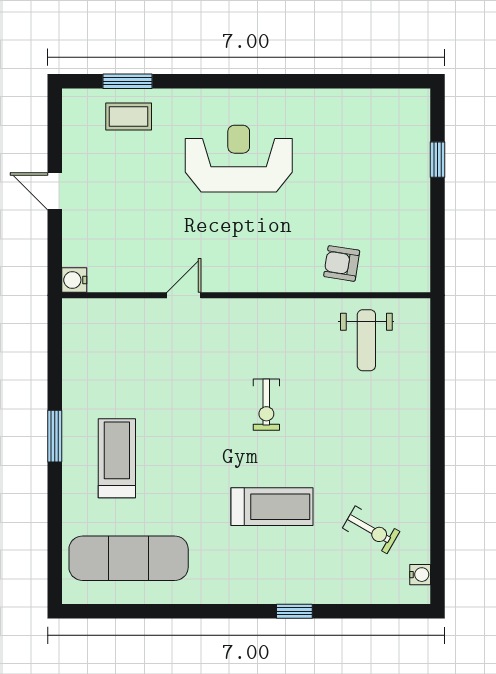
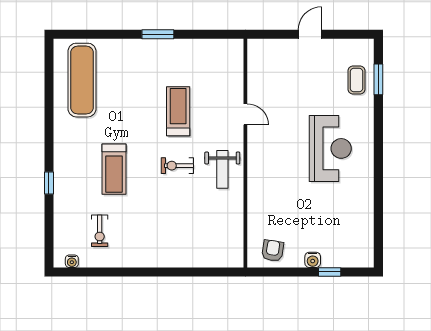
armchair: (342, 263) -> (273, 251), moved
water cooler: (74, 280) -> (313, 260), moved, turned 180
weight bench: (366, 340) -> (222, 169), moved, turned -90
treadmill: (117, 458) -> (178, 111), moved, turned -90
exercise bike: (371, 530) -> (100, 231), turned -30

